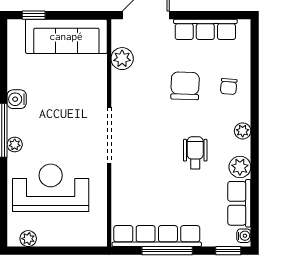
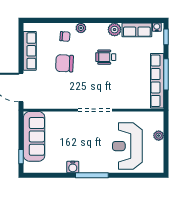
plant: (122, 59) -> (48, 102), removed
plant: (243, 131) -> (81, 28), moved
plant: (15, 145) -> (101, 168), removed
plant: (28, 239) -> (159, 136), moved

